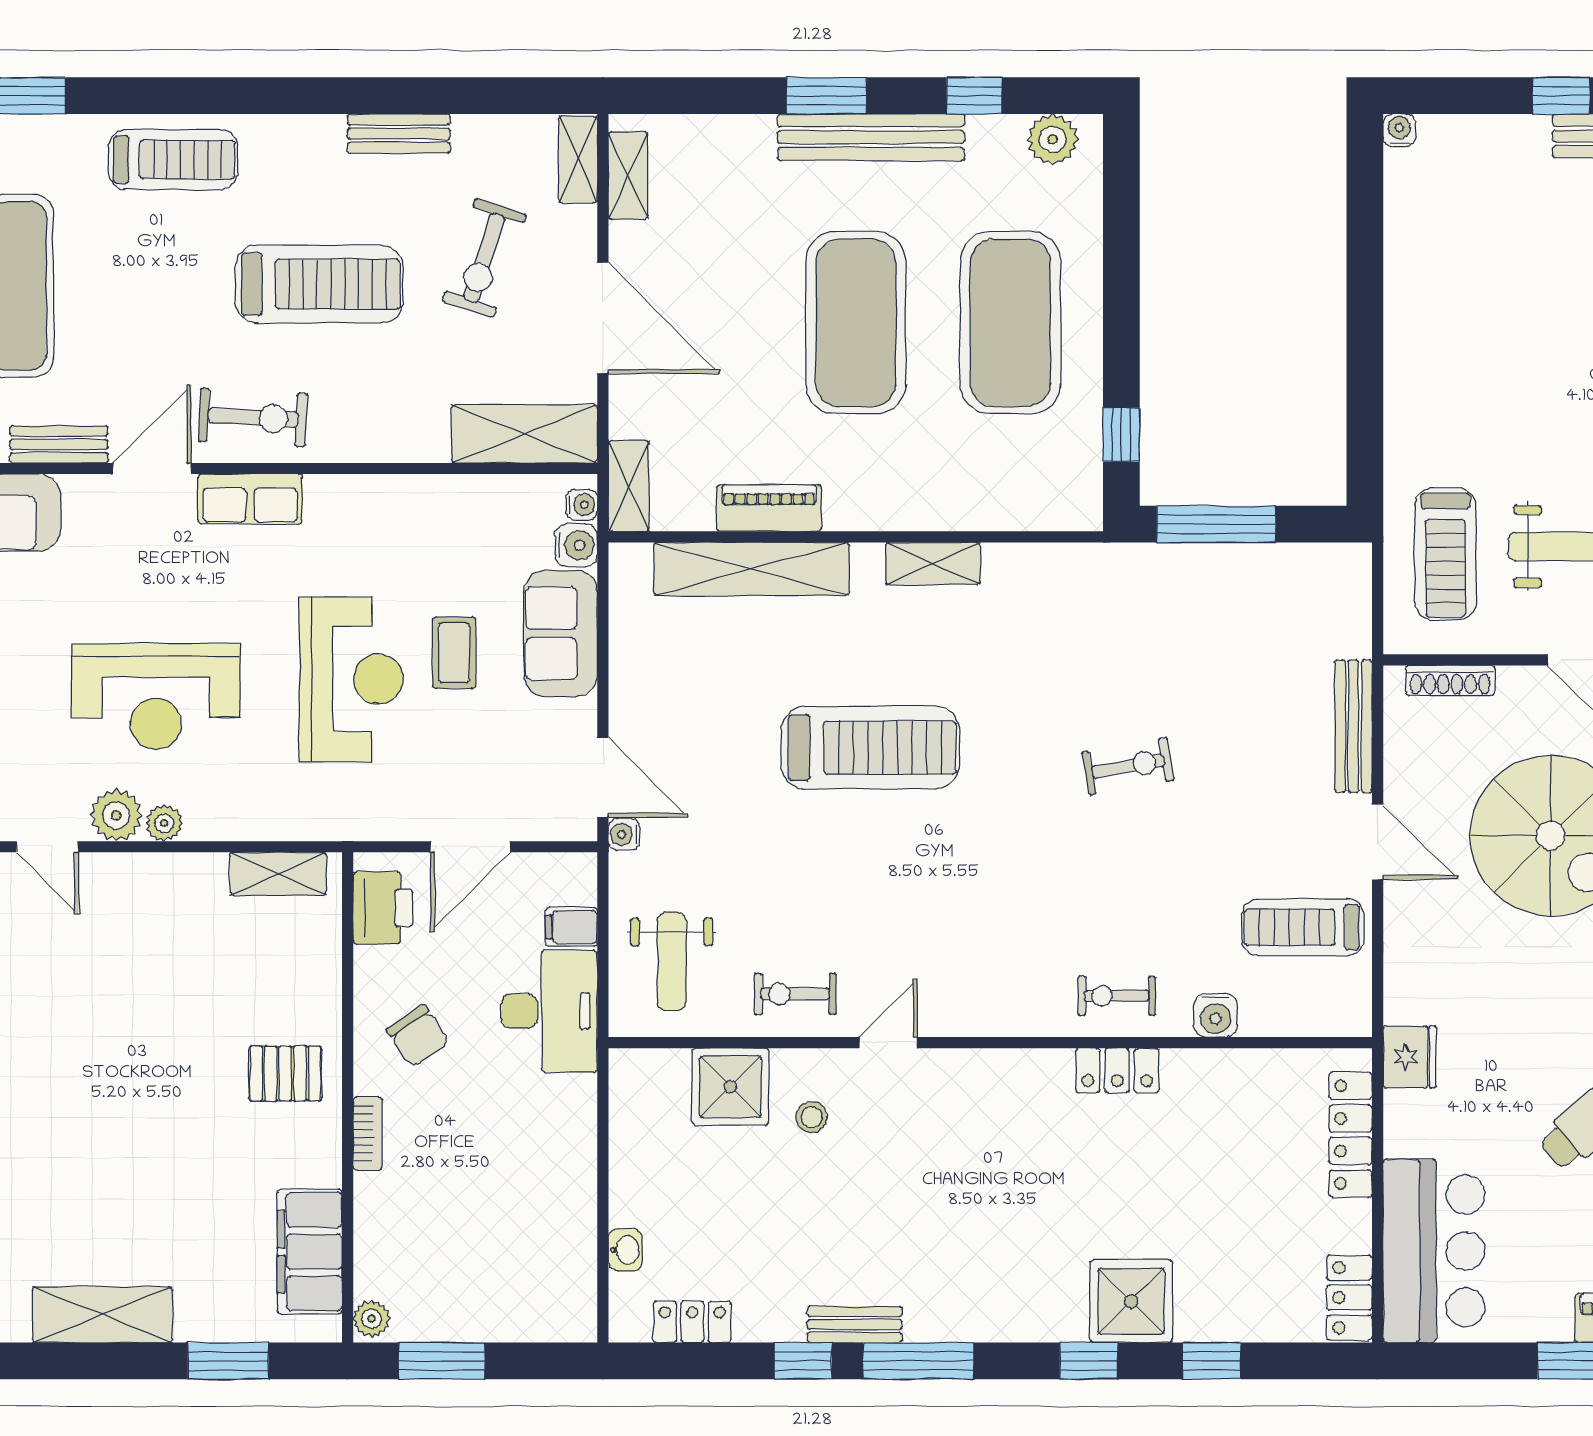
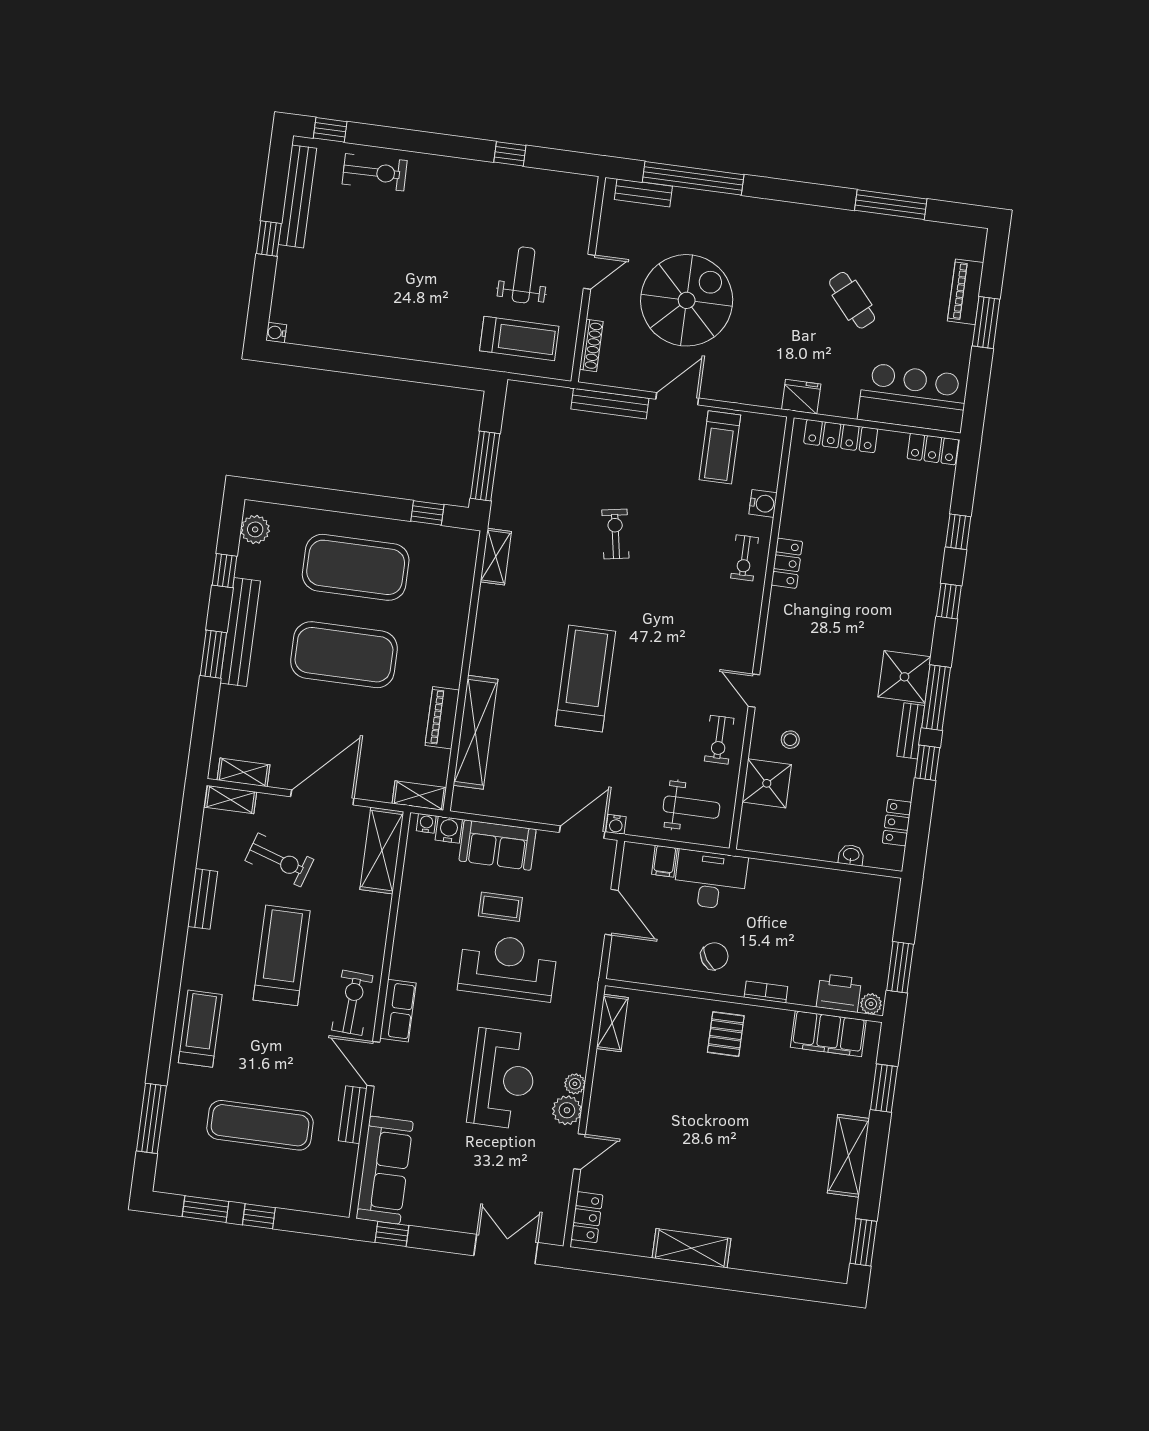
shelving: (933, 564) -> (496, 557), moved
printer: (383, 908) -> (839, 993), moved
shower: (1131, 1301) -> (904, 677), moved

